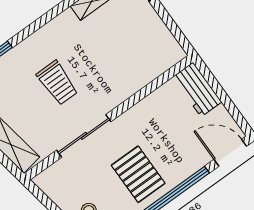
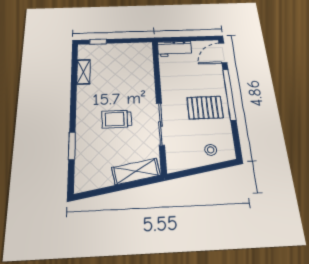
trolley: (57, 83) -> (117, 119), turned 180

